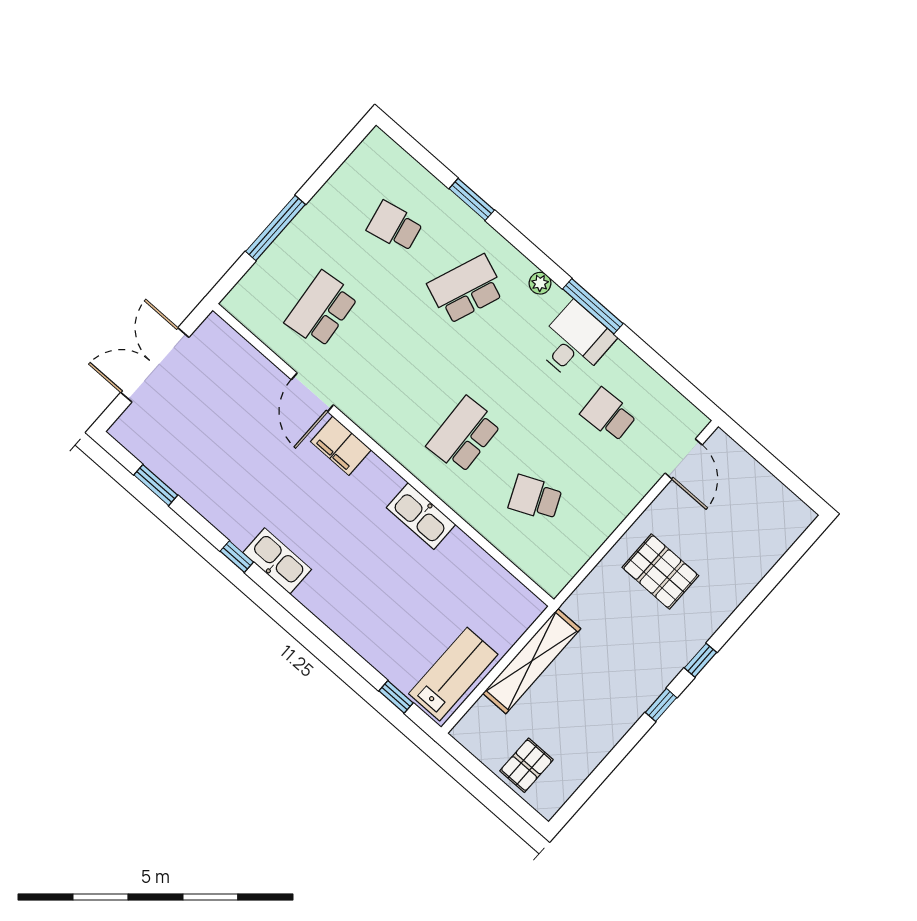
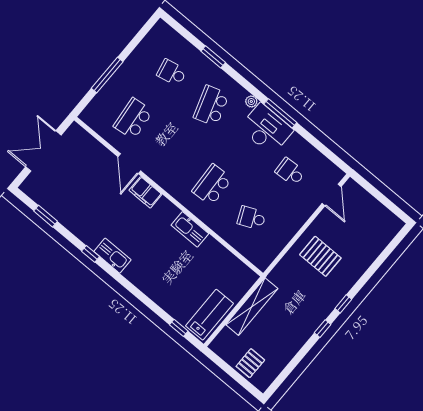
school desk: (466, 289) -> (211, 106), turned -39
desk: (575, 342) -> (266, 129), width x1.37

